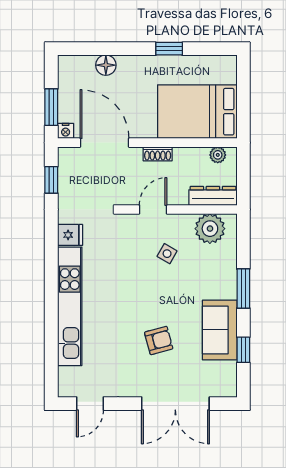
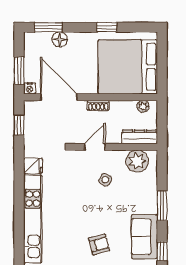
window: (90, 49) -> (48, 27), added
bed: (197, 112) -> (128, 67), width x1.36

